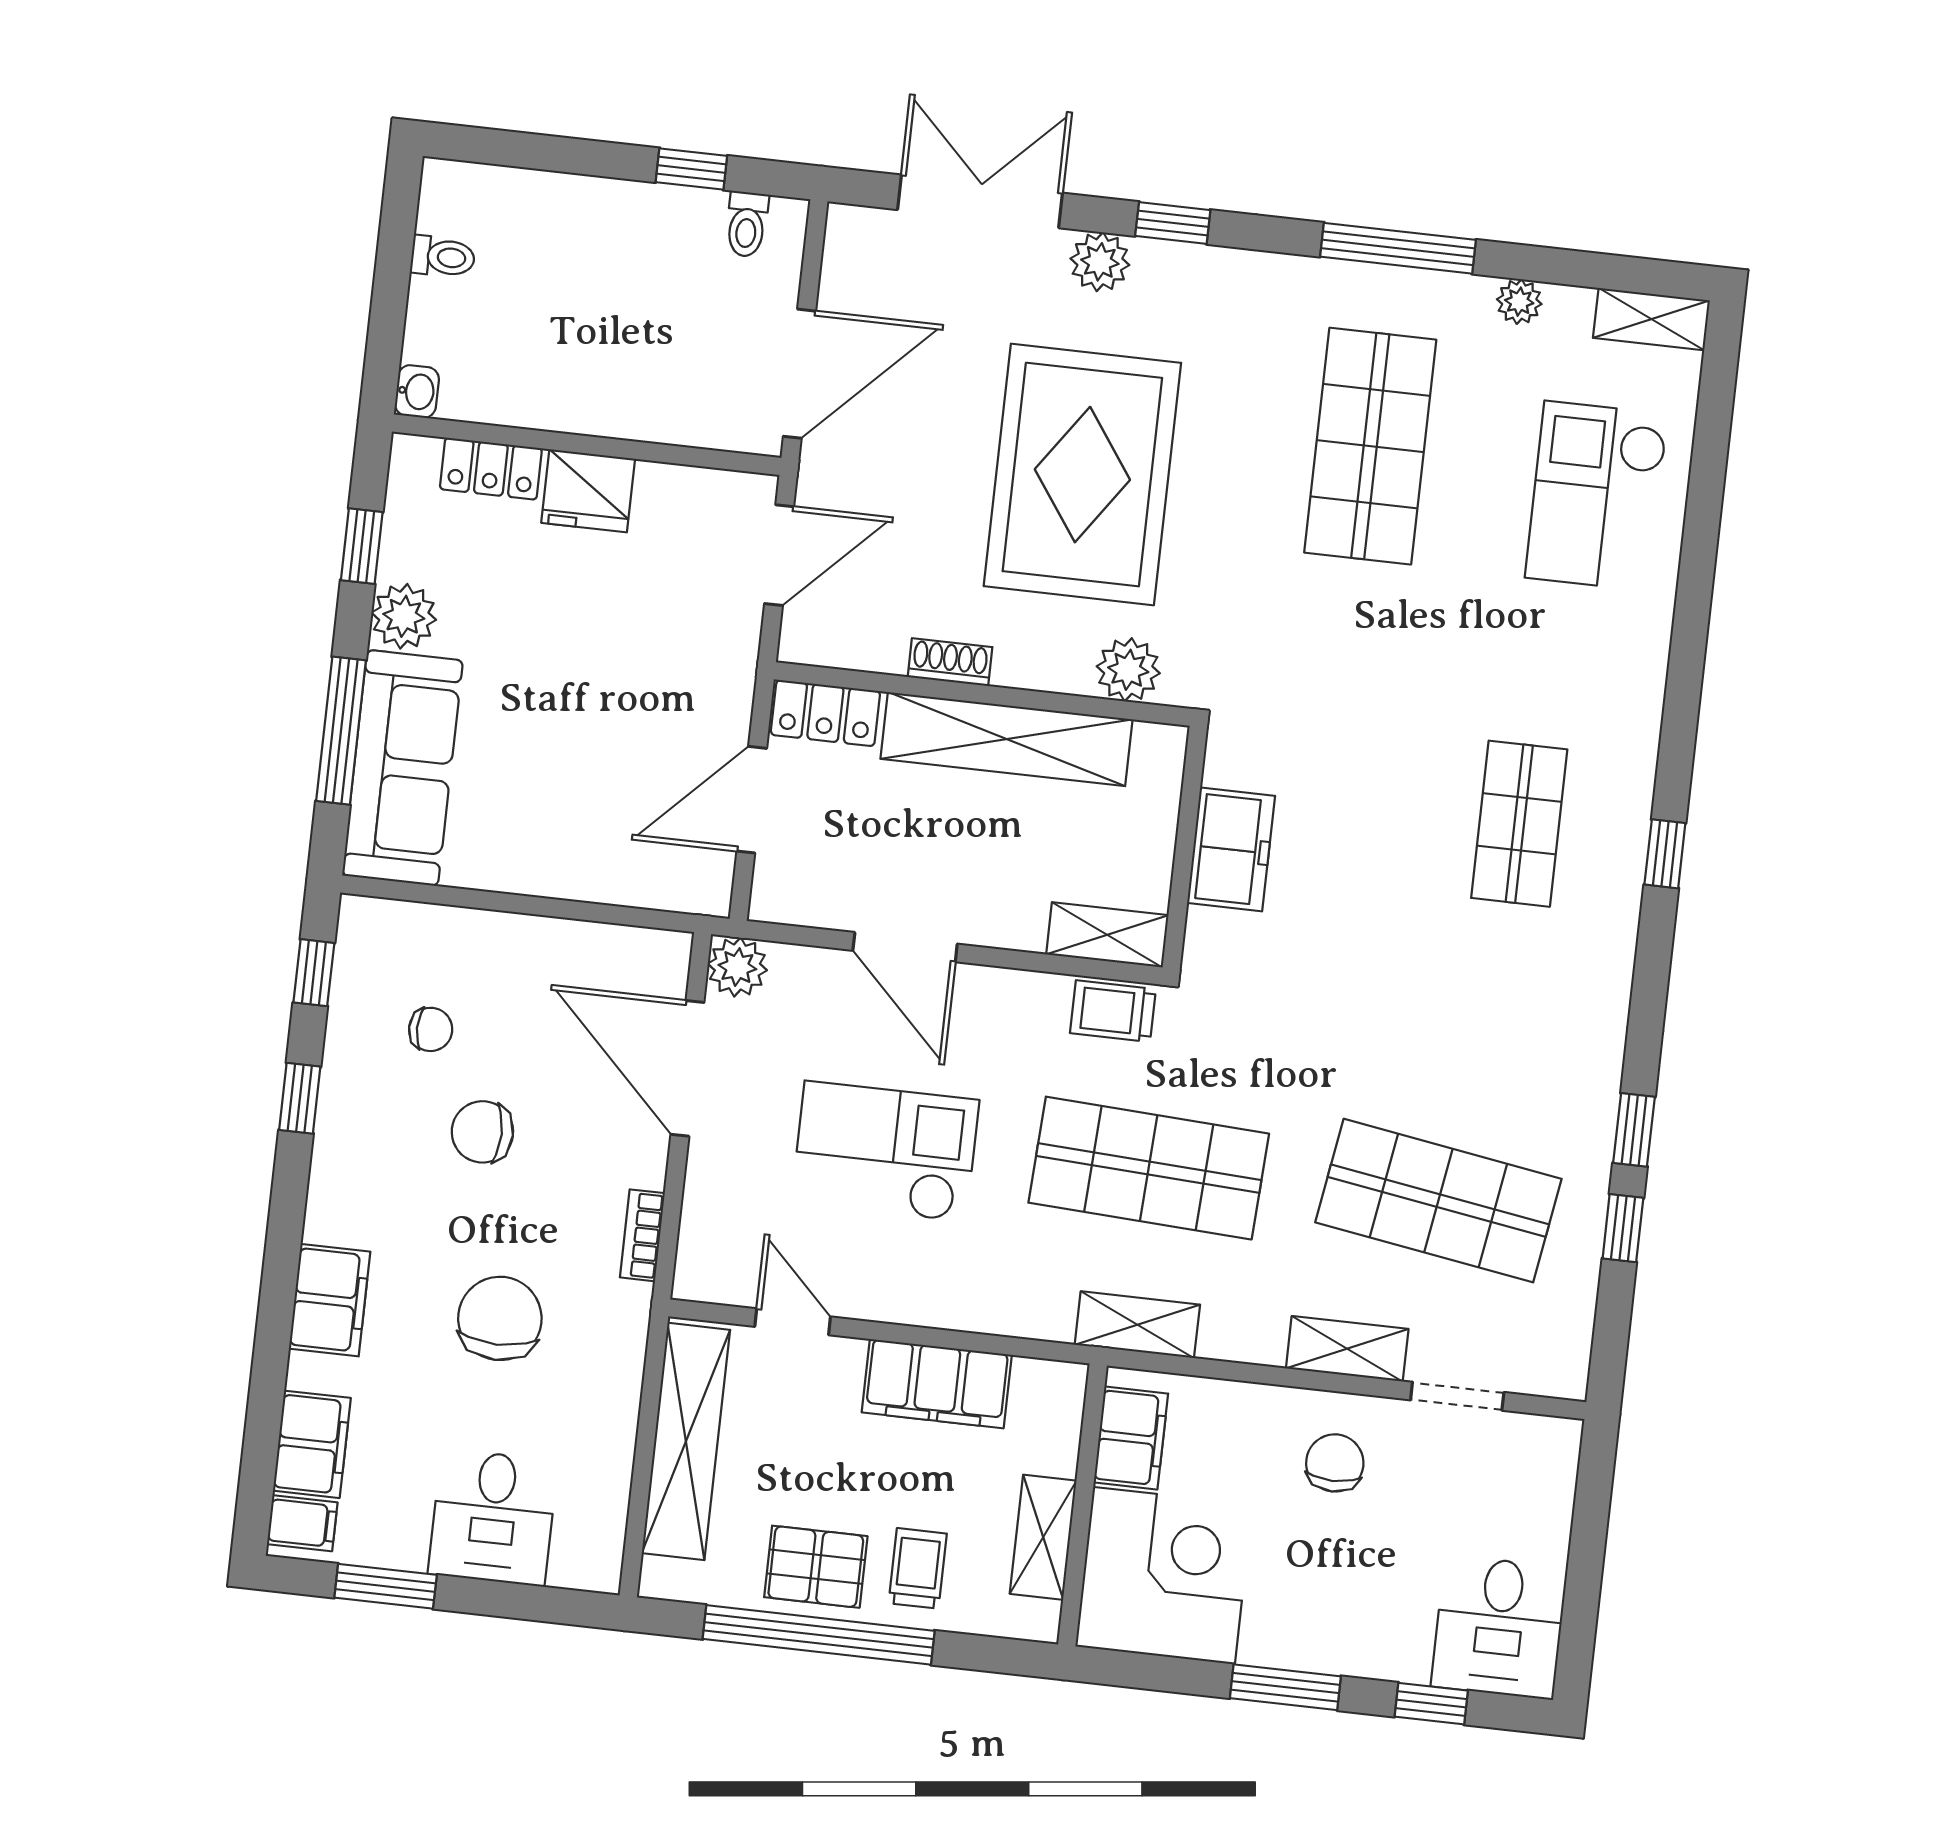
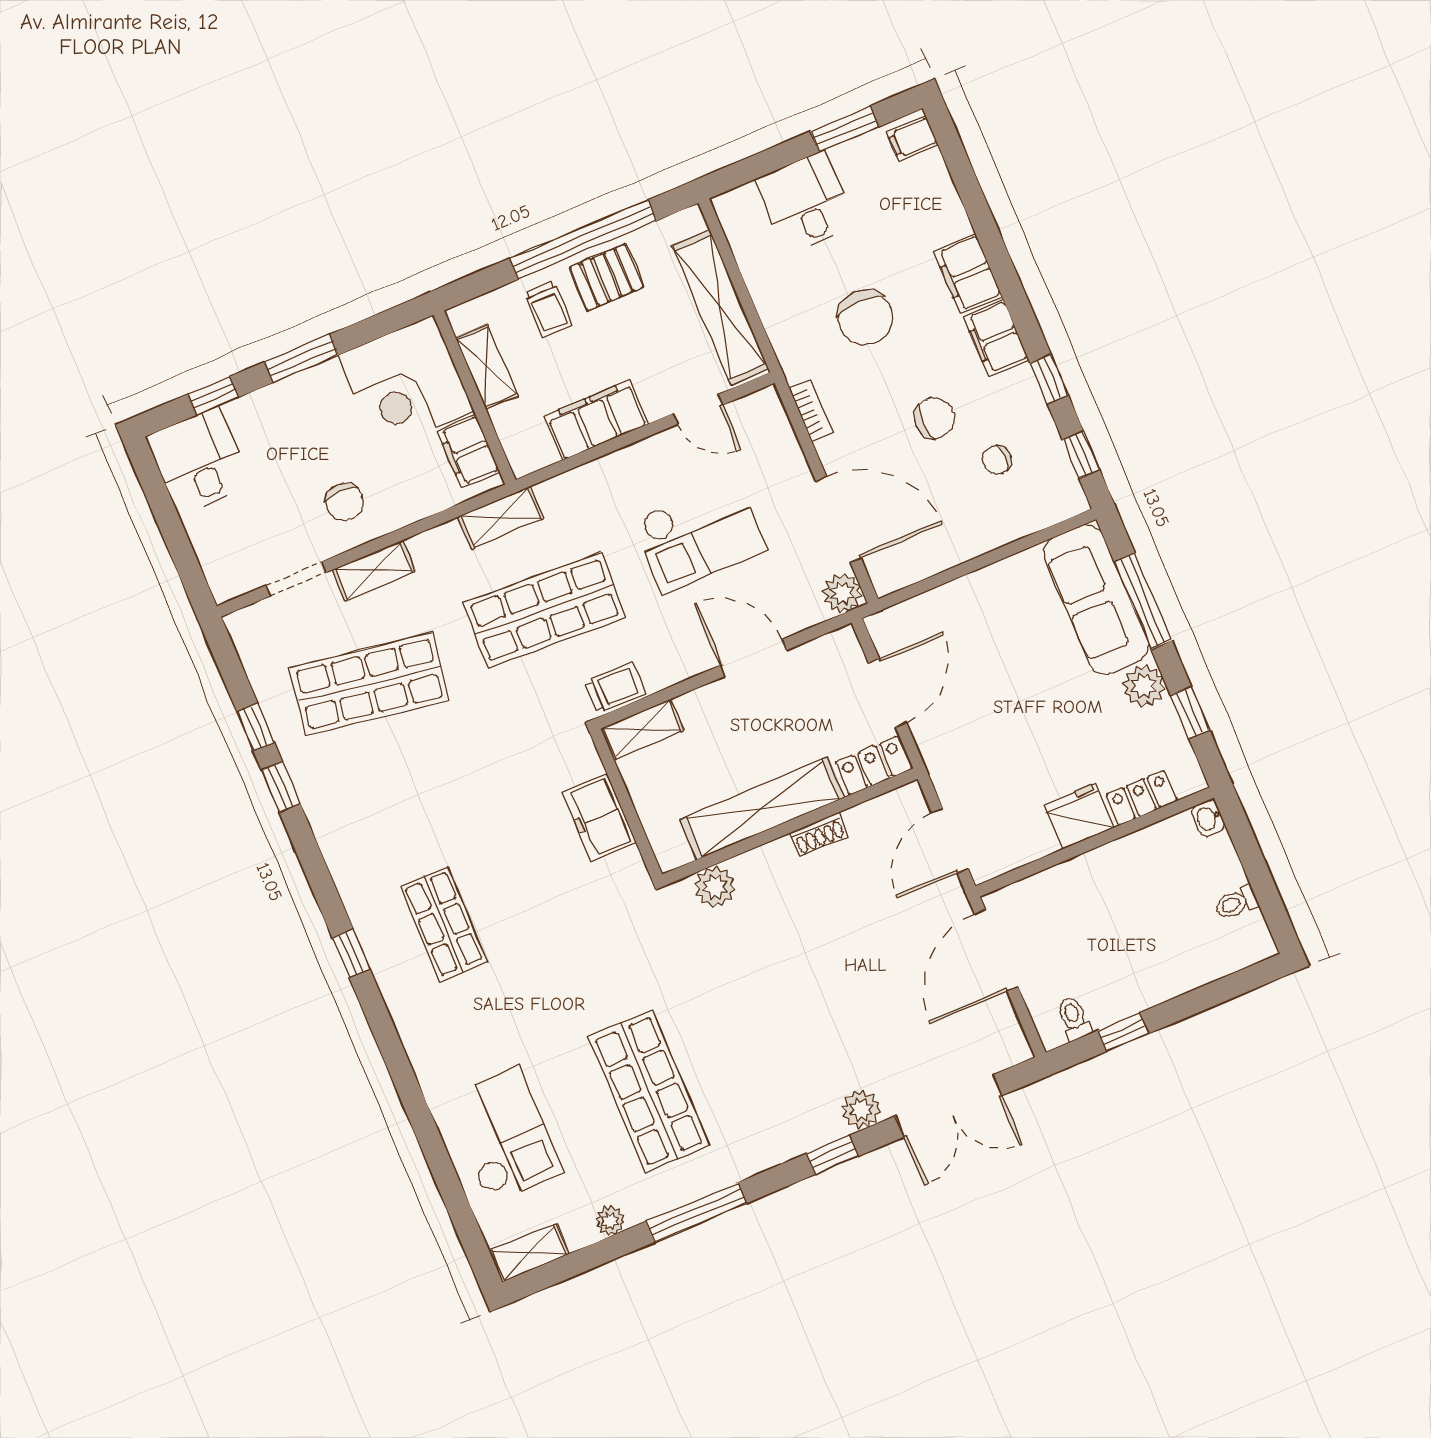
rug: (1082, 475) -> (803, 983), removed
filing cabinet: (312, 1444) -> (996, 338), moved

